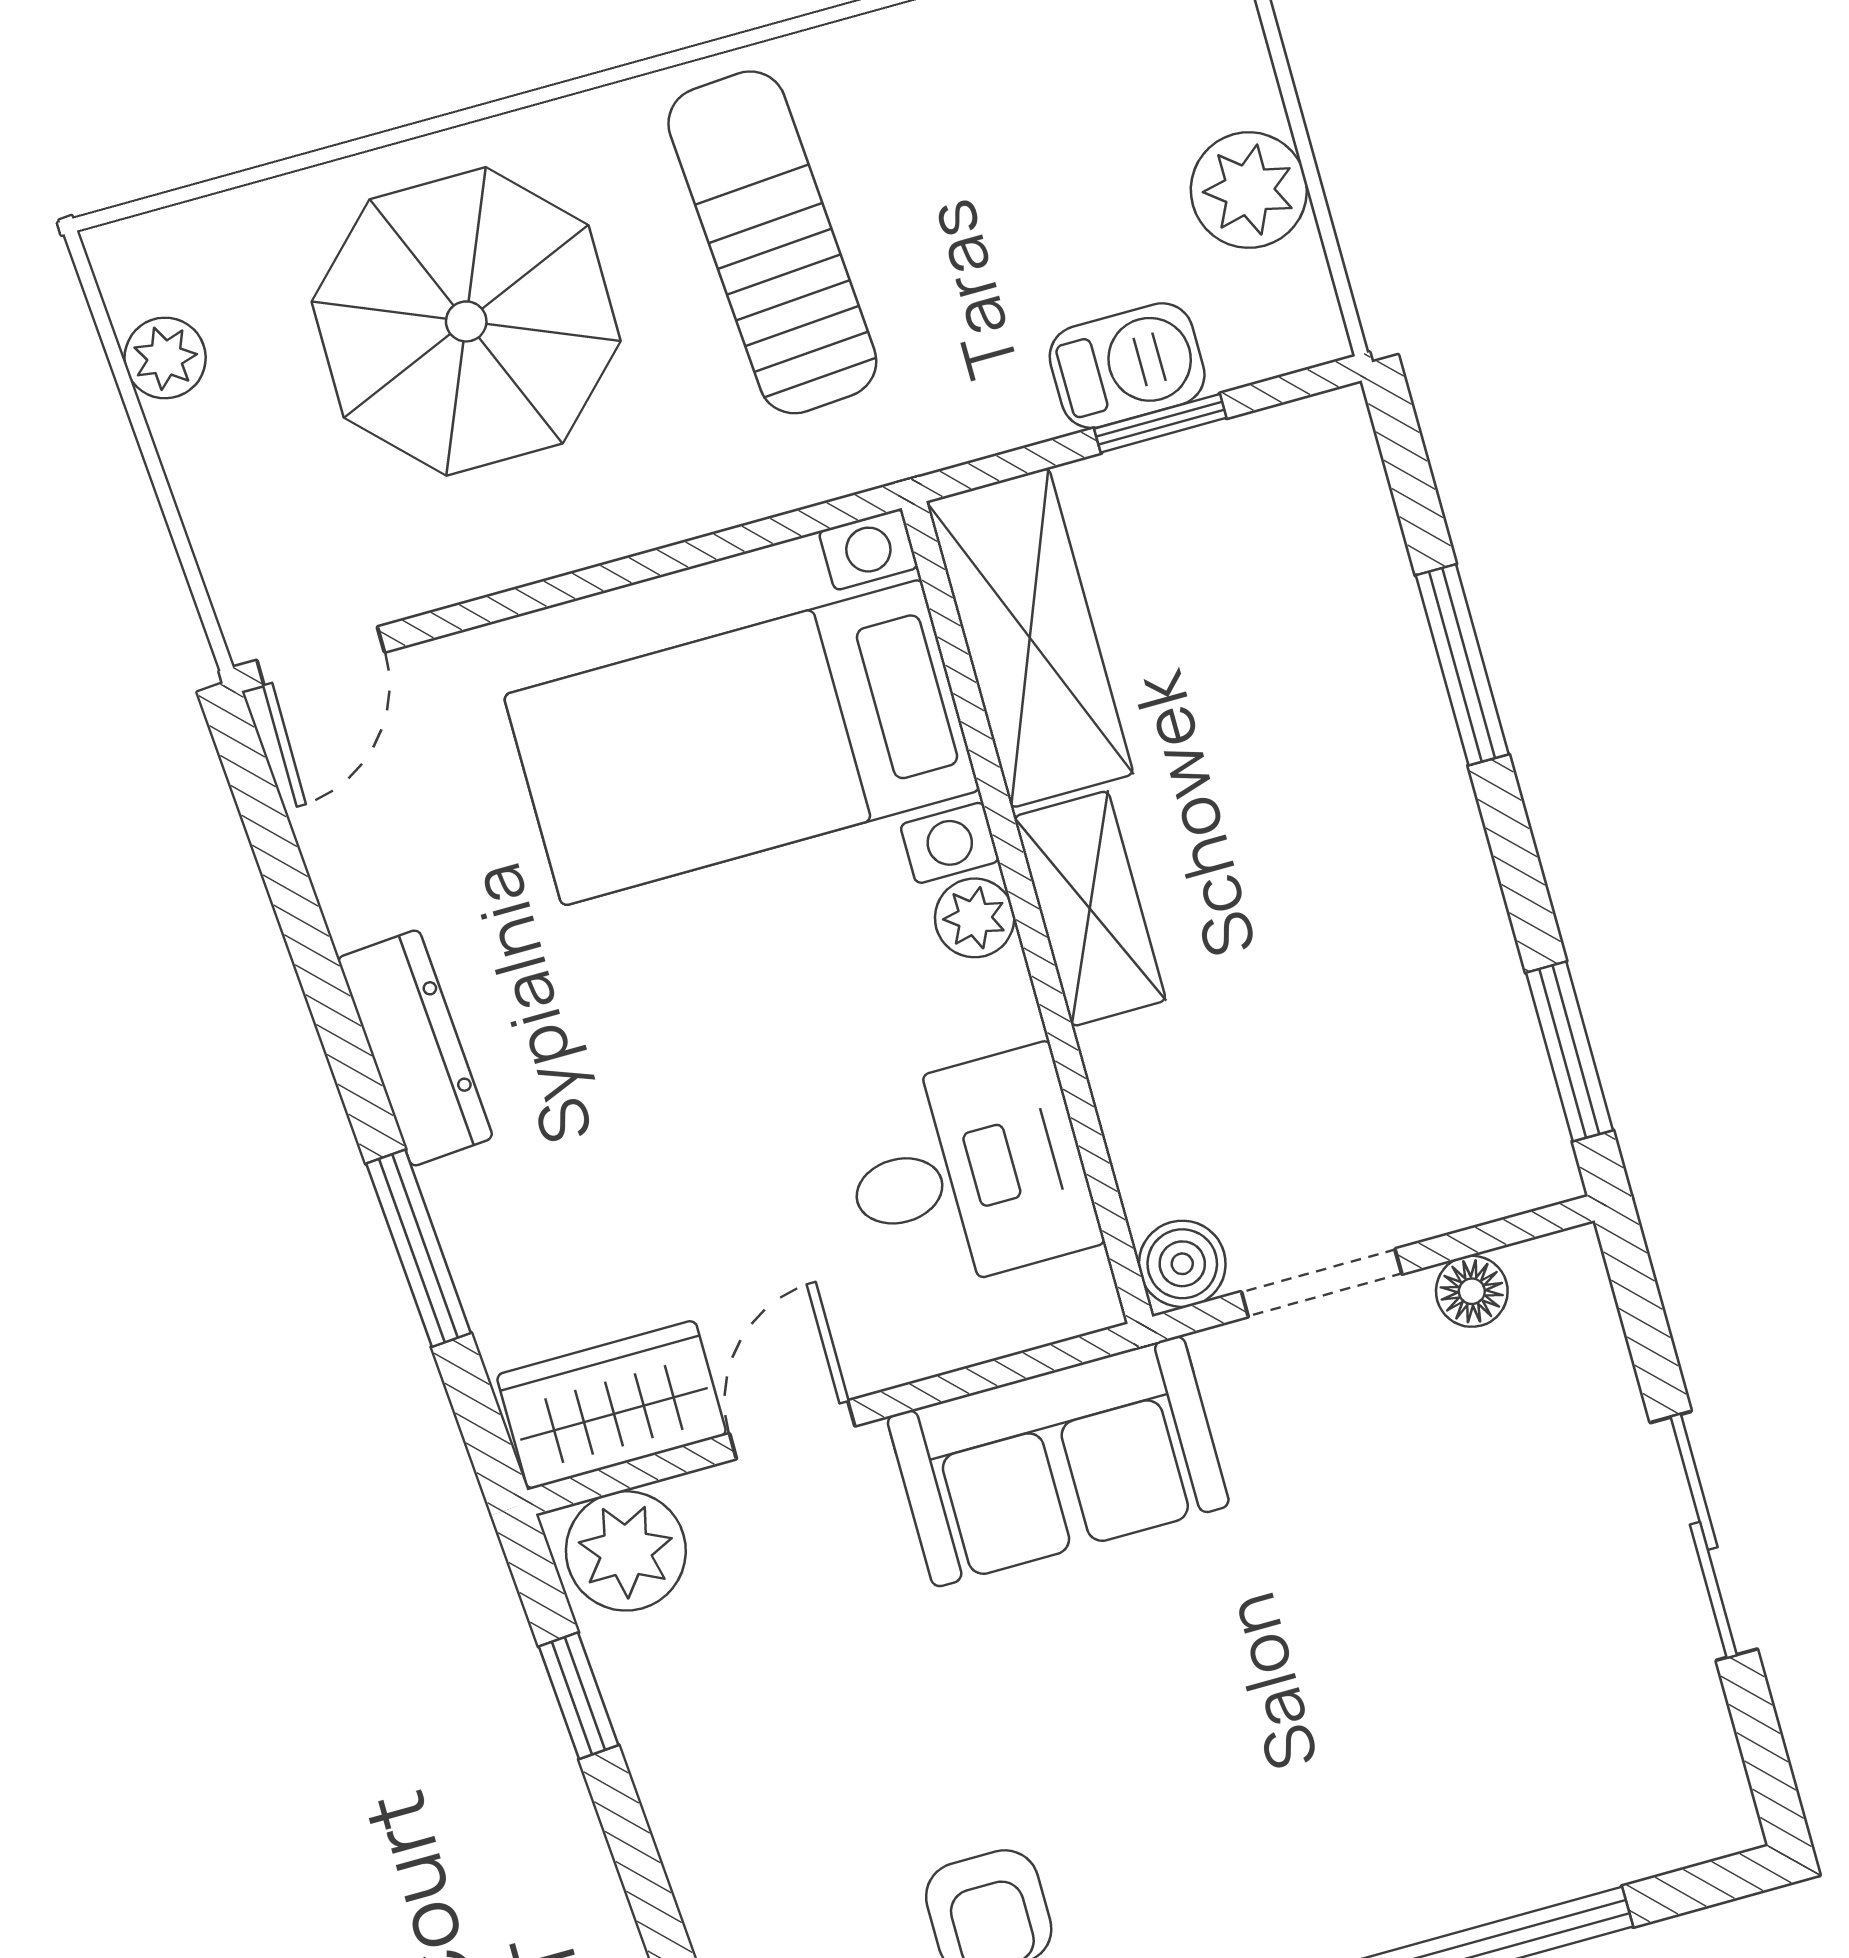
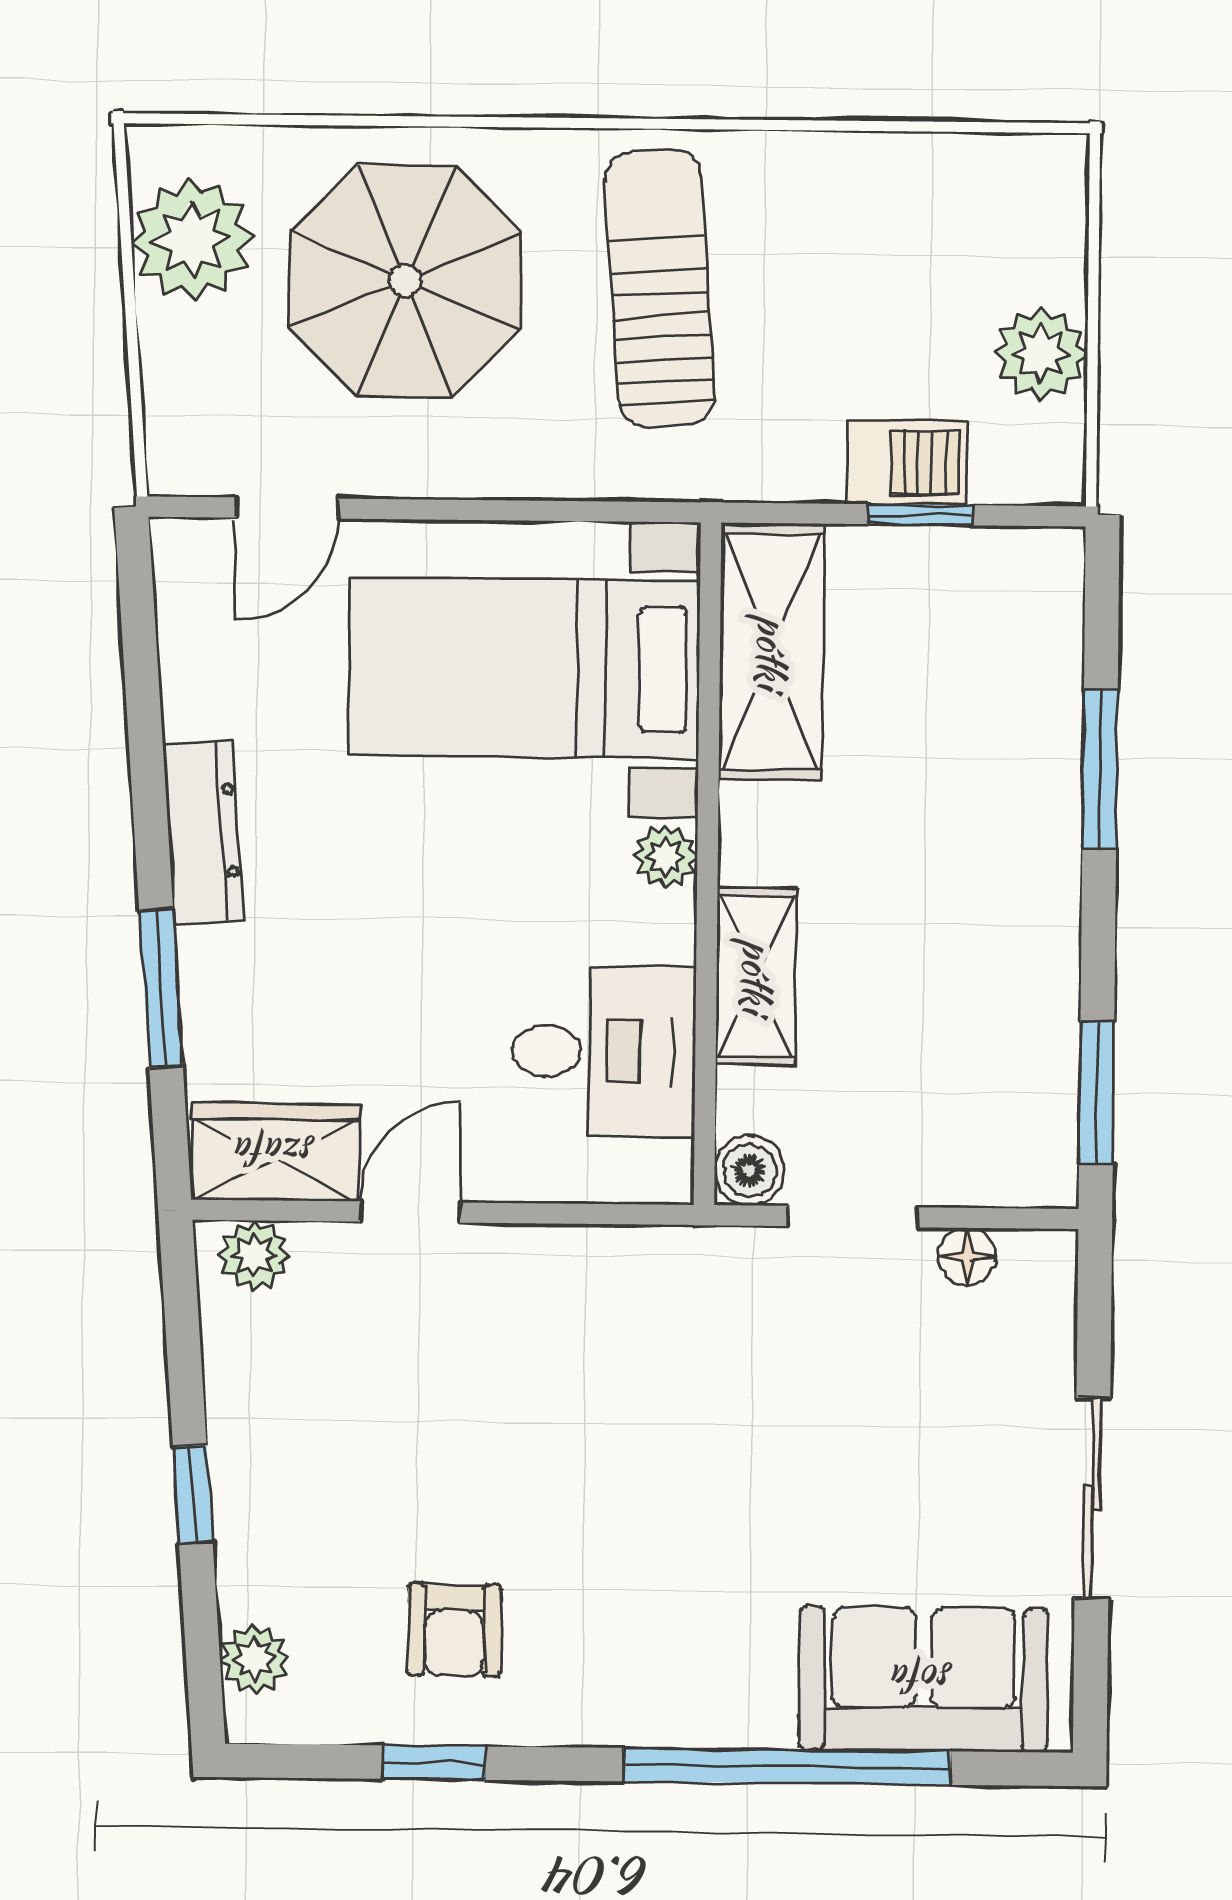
plant: (165, 358) -> (192, 240), width x1.88, depth x1.88
door: (321, 656) -> (287, 508), moved
shelving: (1090, 909) -> (756, 976), moved
sofa: (1058, 1461) -> (923, 1679), moved, turned 180
plant: (626, 1551) -> (254, 1256), width x0.73, depth x0.73
window: (579, 1696) -> (193, 1494), moved

